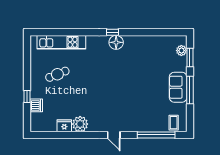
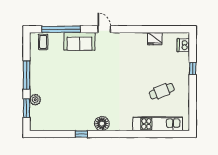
window: (113, 32) -> (81, 134), moved
plant: (181, 51) -> (35, 100), moved
sofa: (178, 87) -> (80, 41), moved, turned 90
dishwasher: (36, 105) -> (183, 45), moved
plant: (80, 124) -> (139, 40), removed

